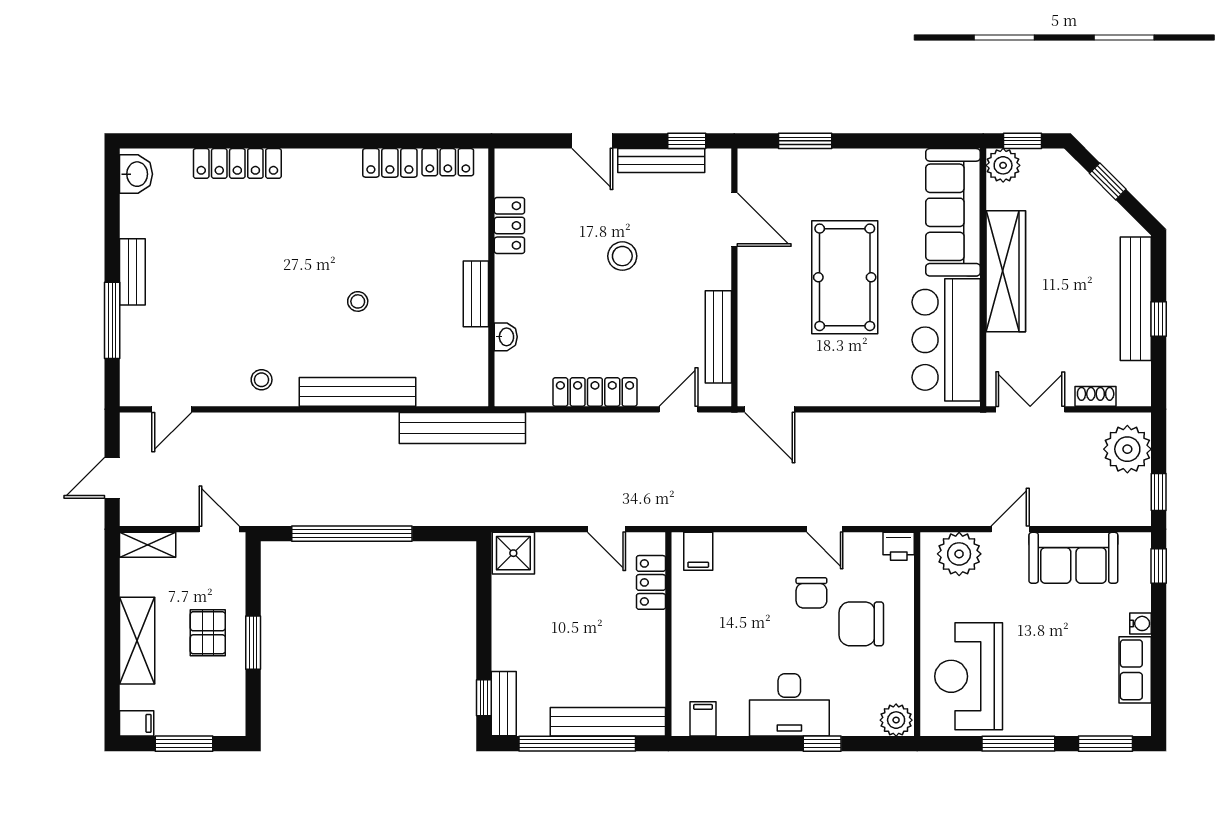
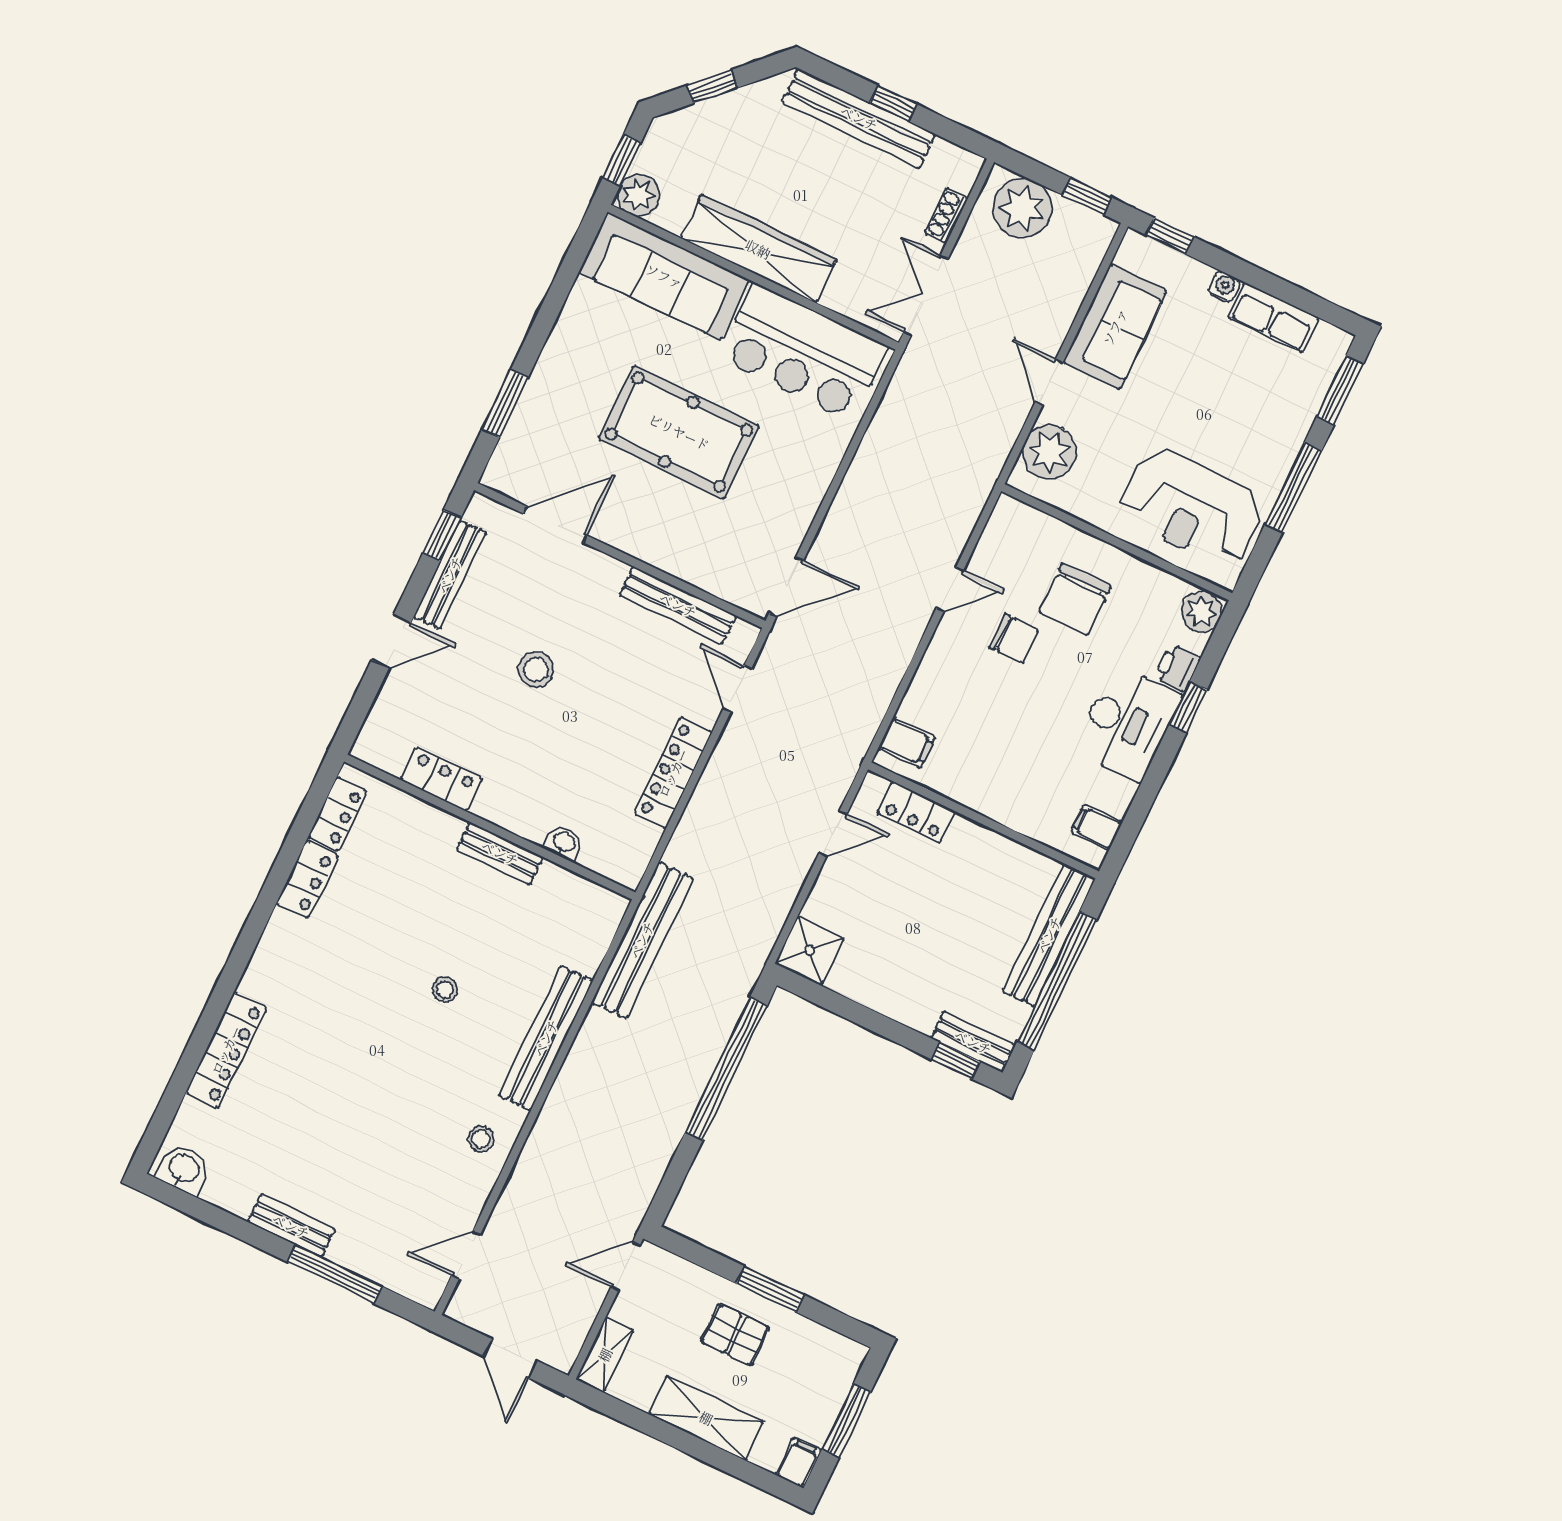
door: (172, 409) -> (466, 1255), swing flipped
window: (352, 534) -> (726, 1069), moved
printer: (899, 546) -> (1177, 668), moved, turned 180

